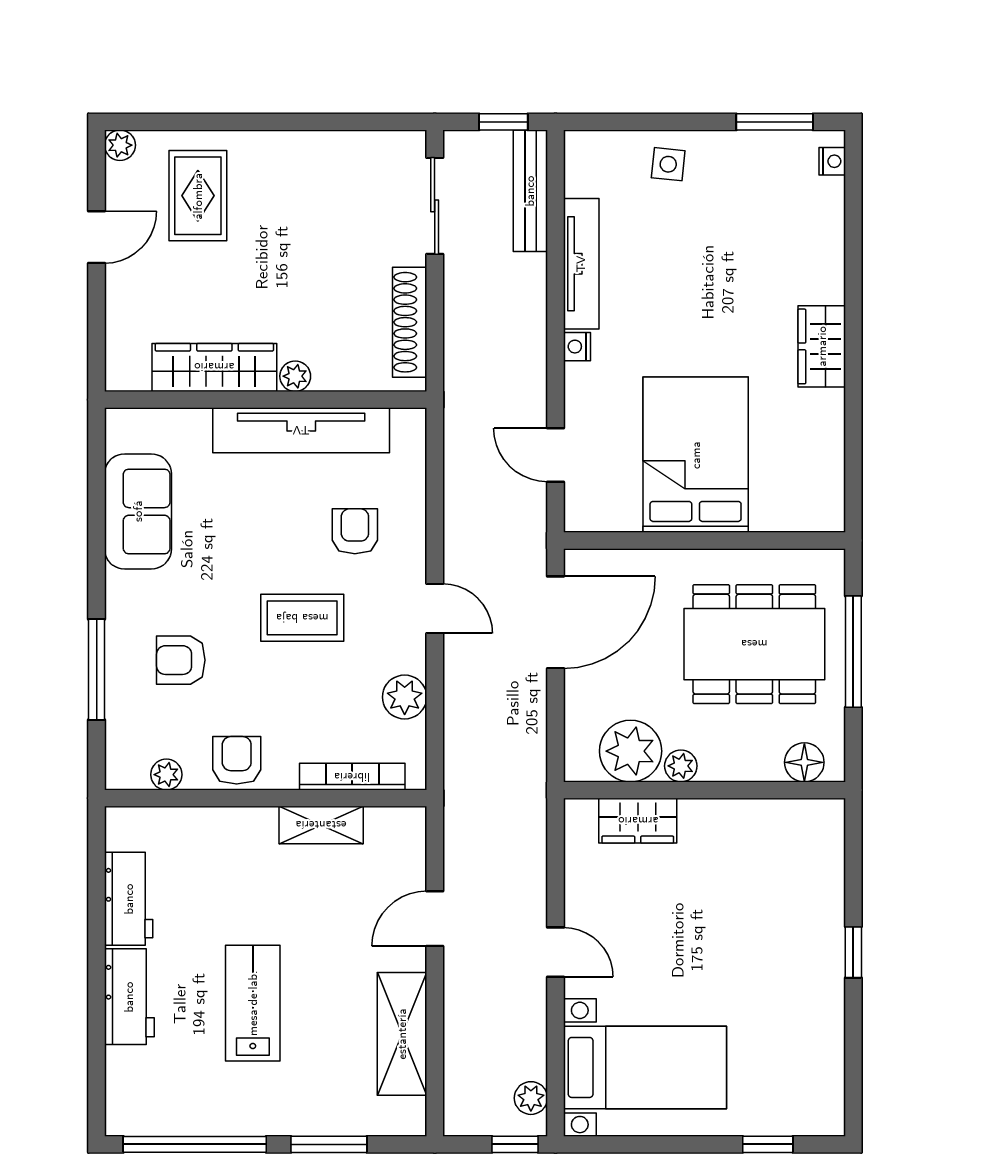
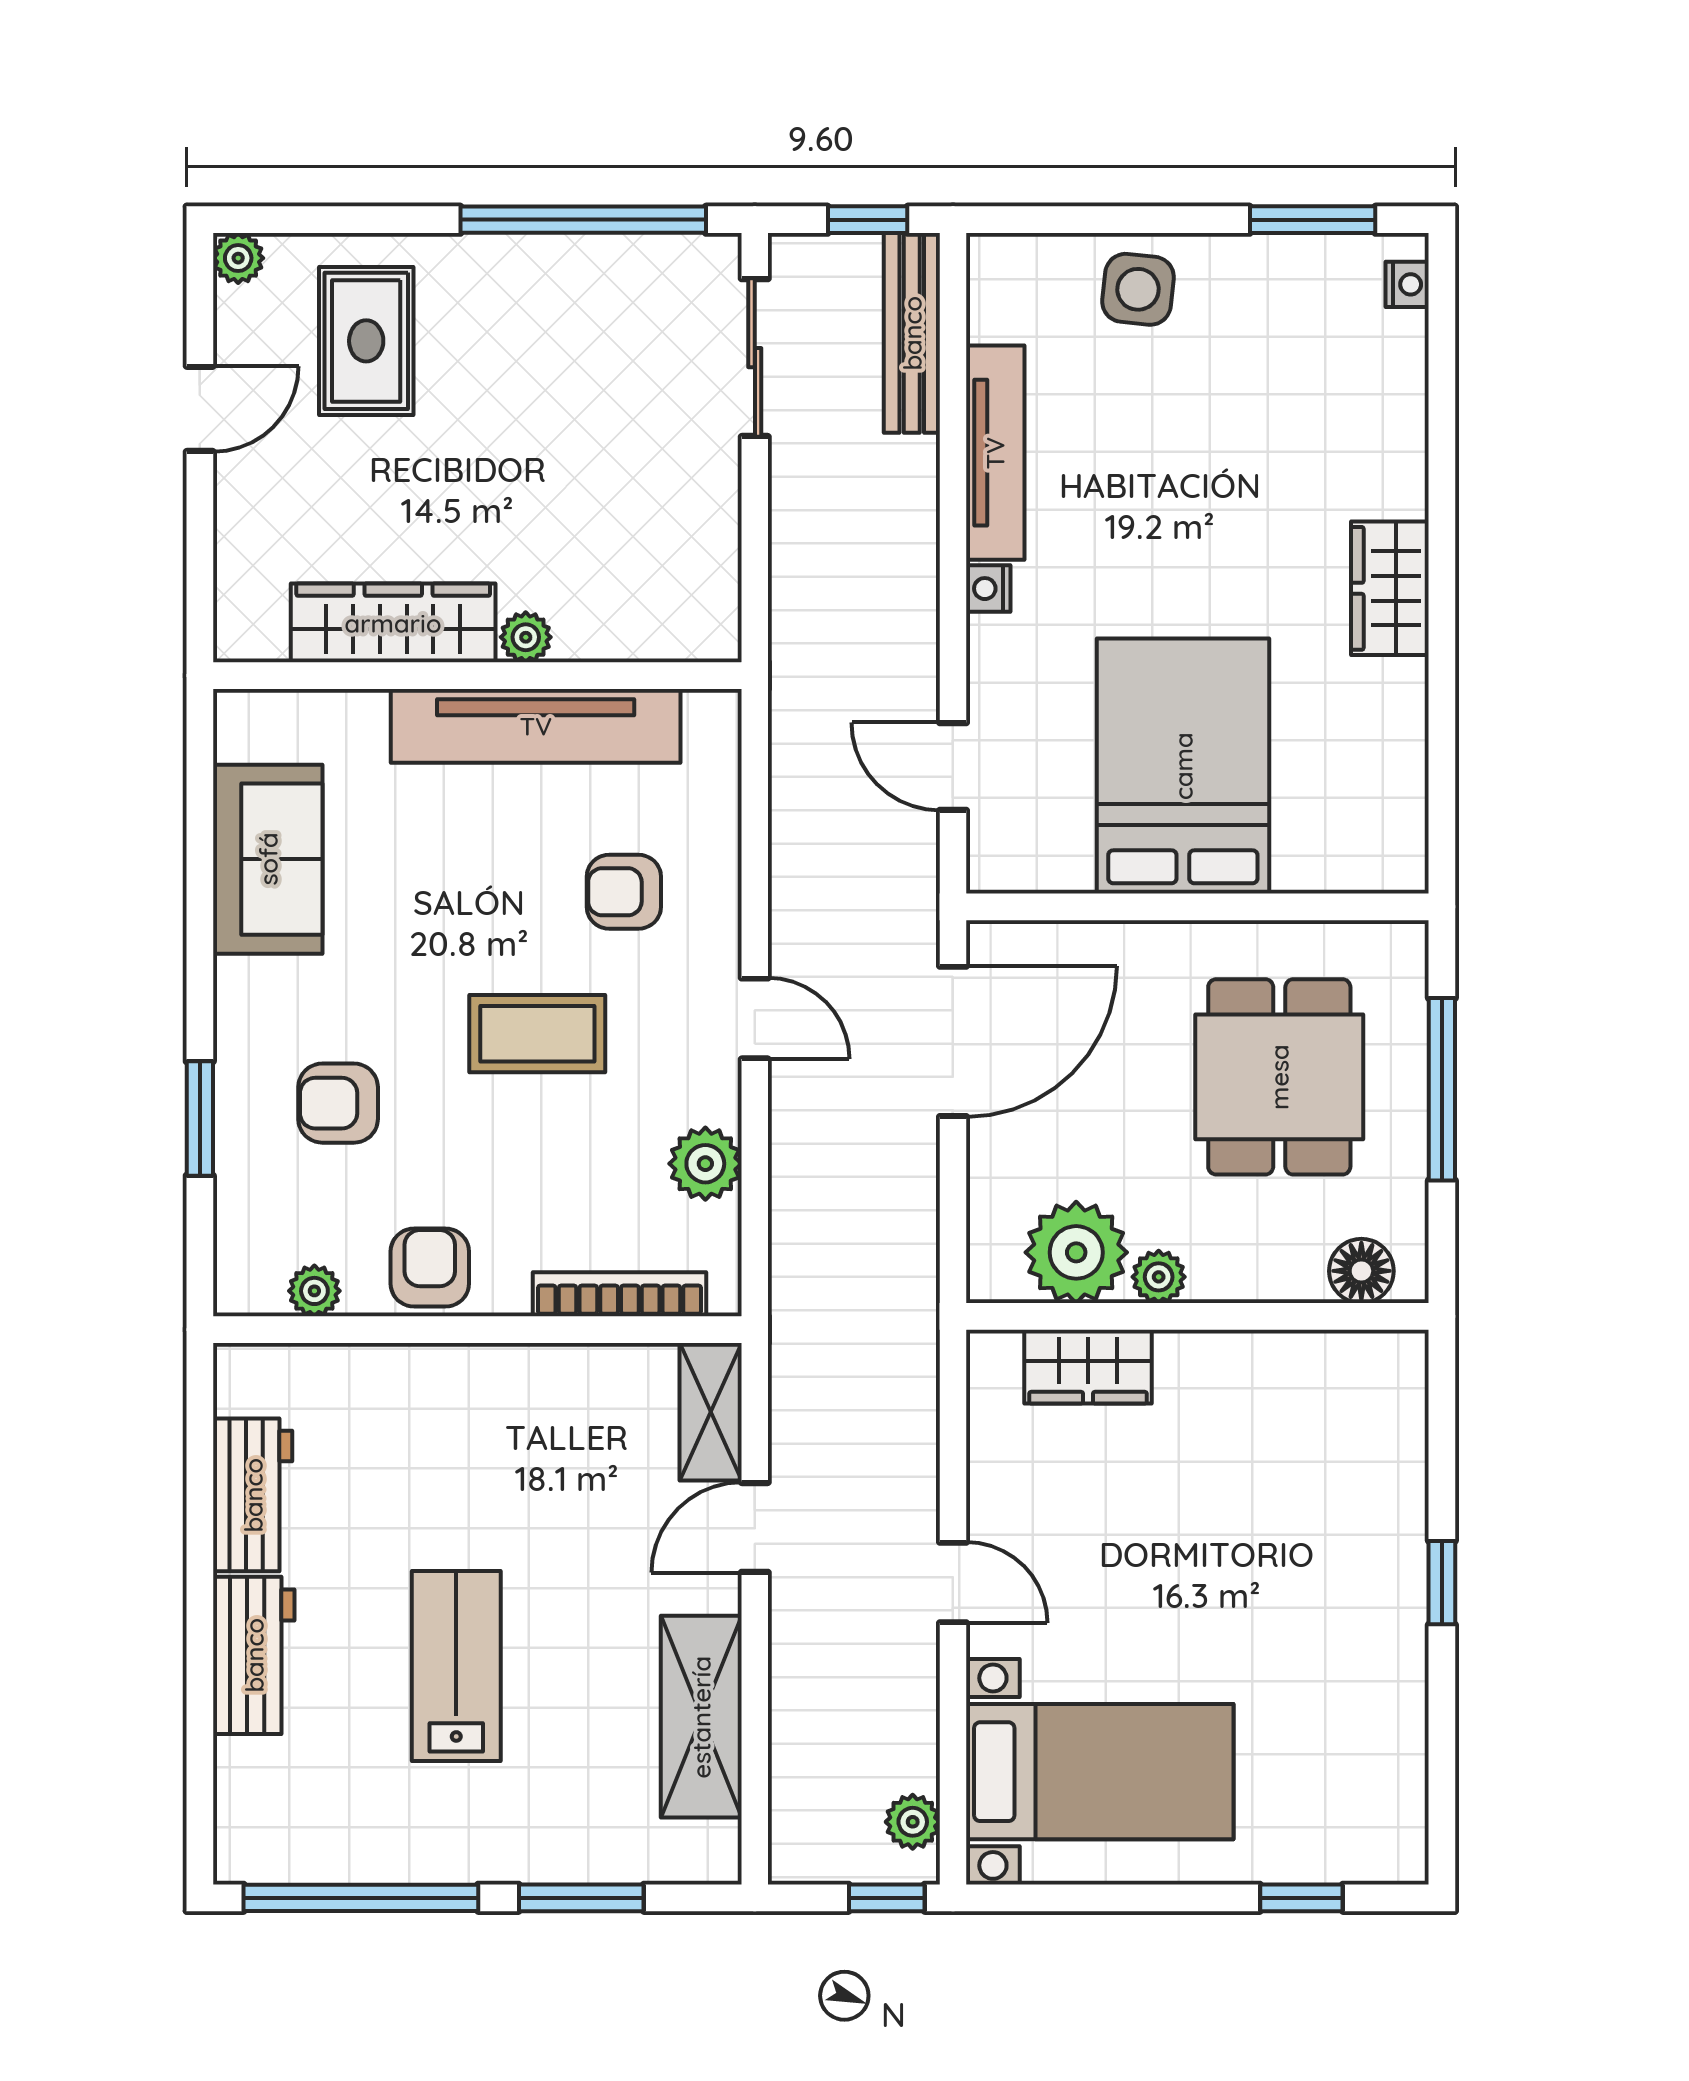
window: (330, 122) -> (583, 220), added
side table: (668, 164) -> (1138, 289), width x1.37, depth x1.37
shoe rack: (410, 322) -> (714, 549), removed
armchair: (355, 531) -> (624, 892), turned -90
dining table: (754, 644) -> (1279, 1077), width x0.73
window: (97, 669) -> (200, 1119), width x0.69
shelving: (321, 825) -> (711, 1412), moved, turned 90

